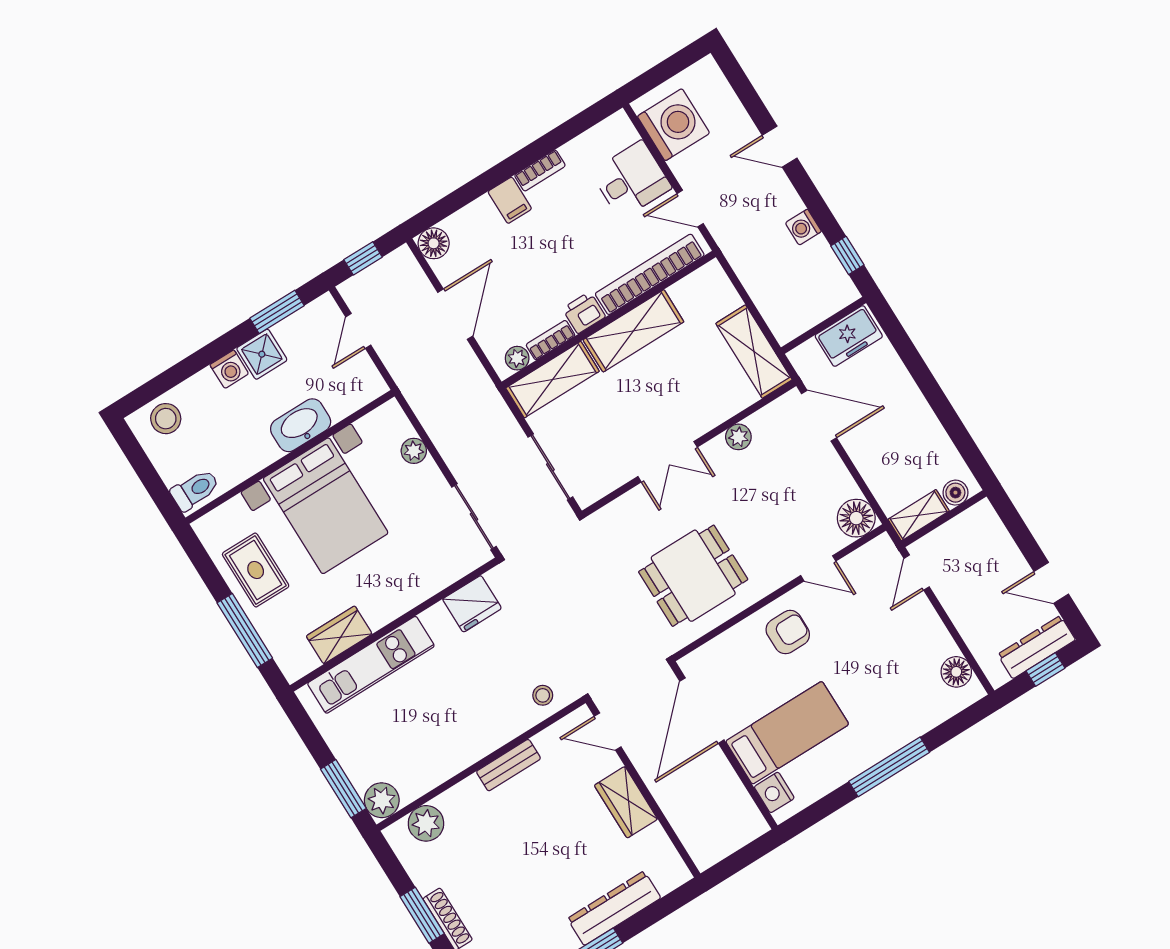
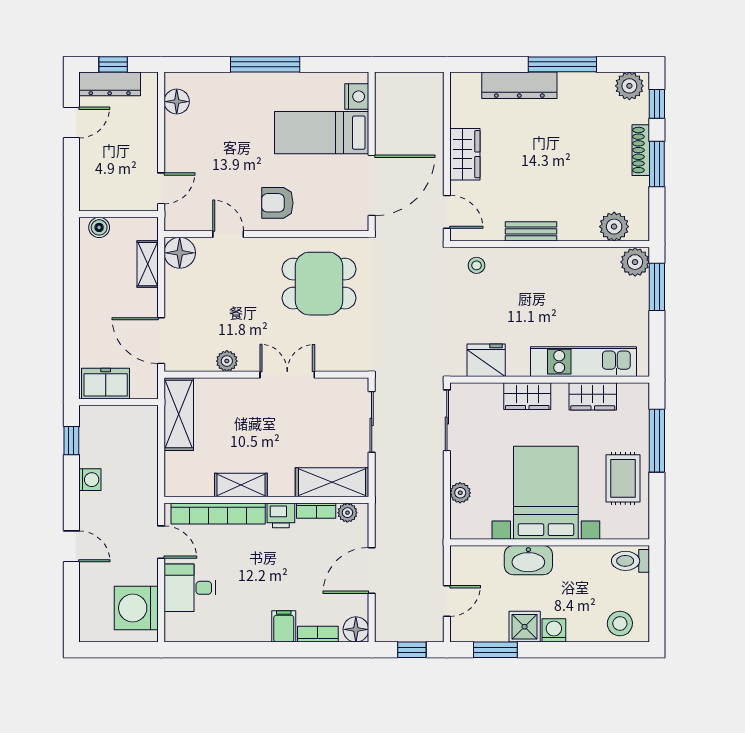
bookcase: (540, 171) -> (318, 634), moved
shelving: (633, 331) -> (241, 485), width x0.67, depth x0.75
shelving: (919, 515) -> (148, 264), moved, turned 90
door: (1051, 583) -> (71, 123), hinge flipped
wardrobe: (407, 593) -> (527, 396), added

